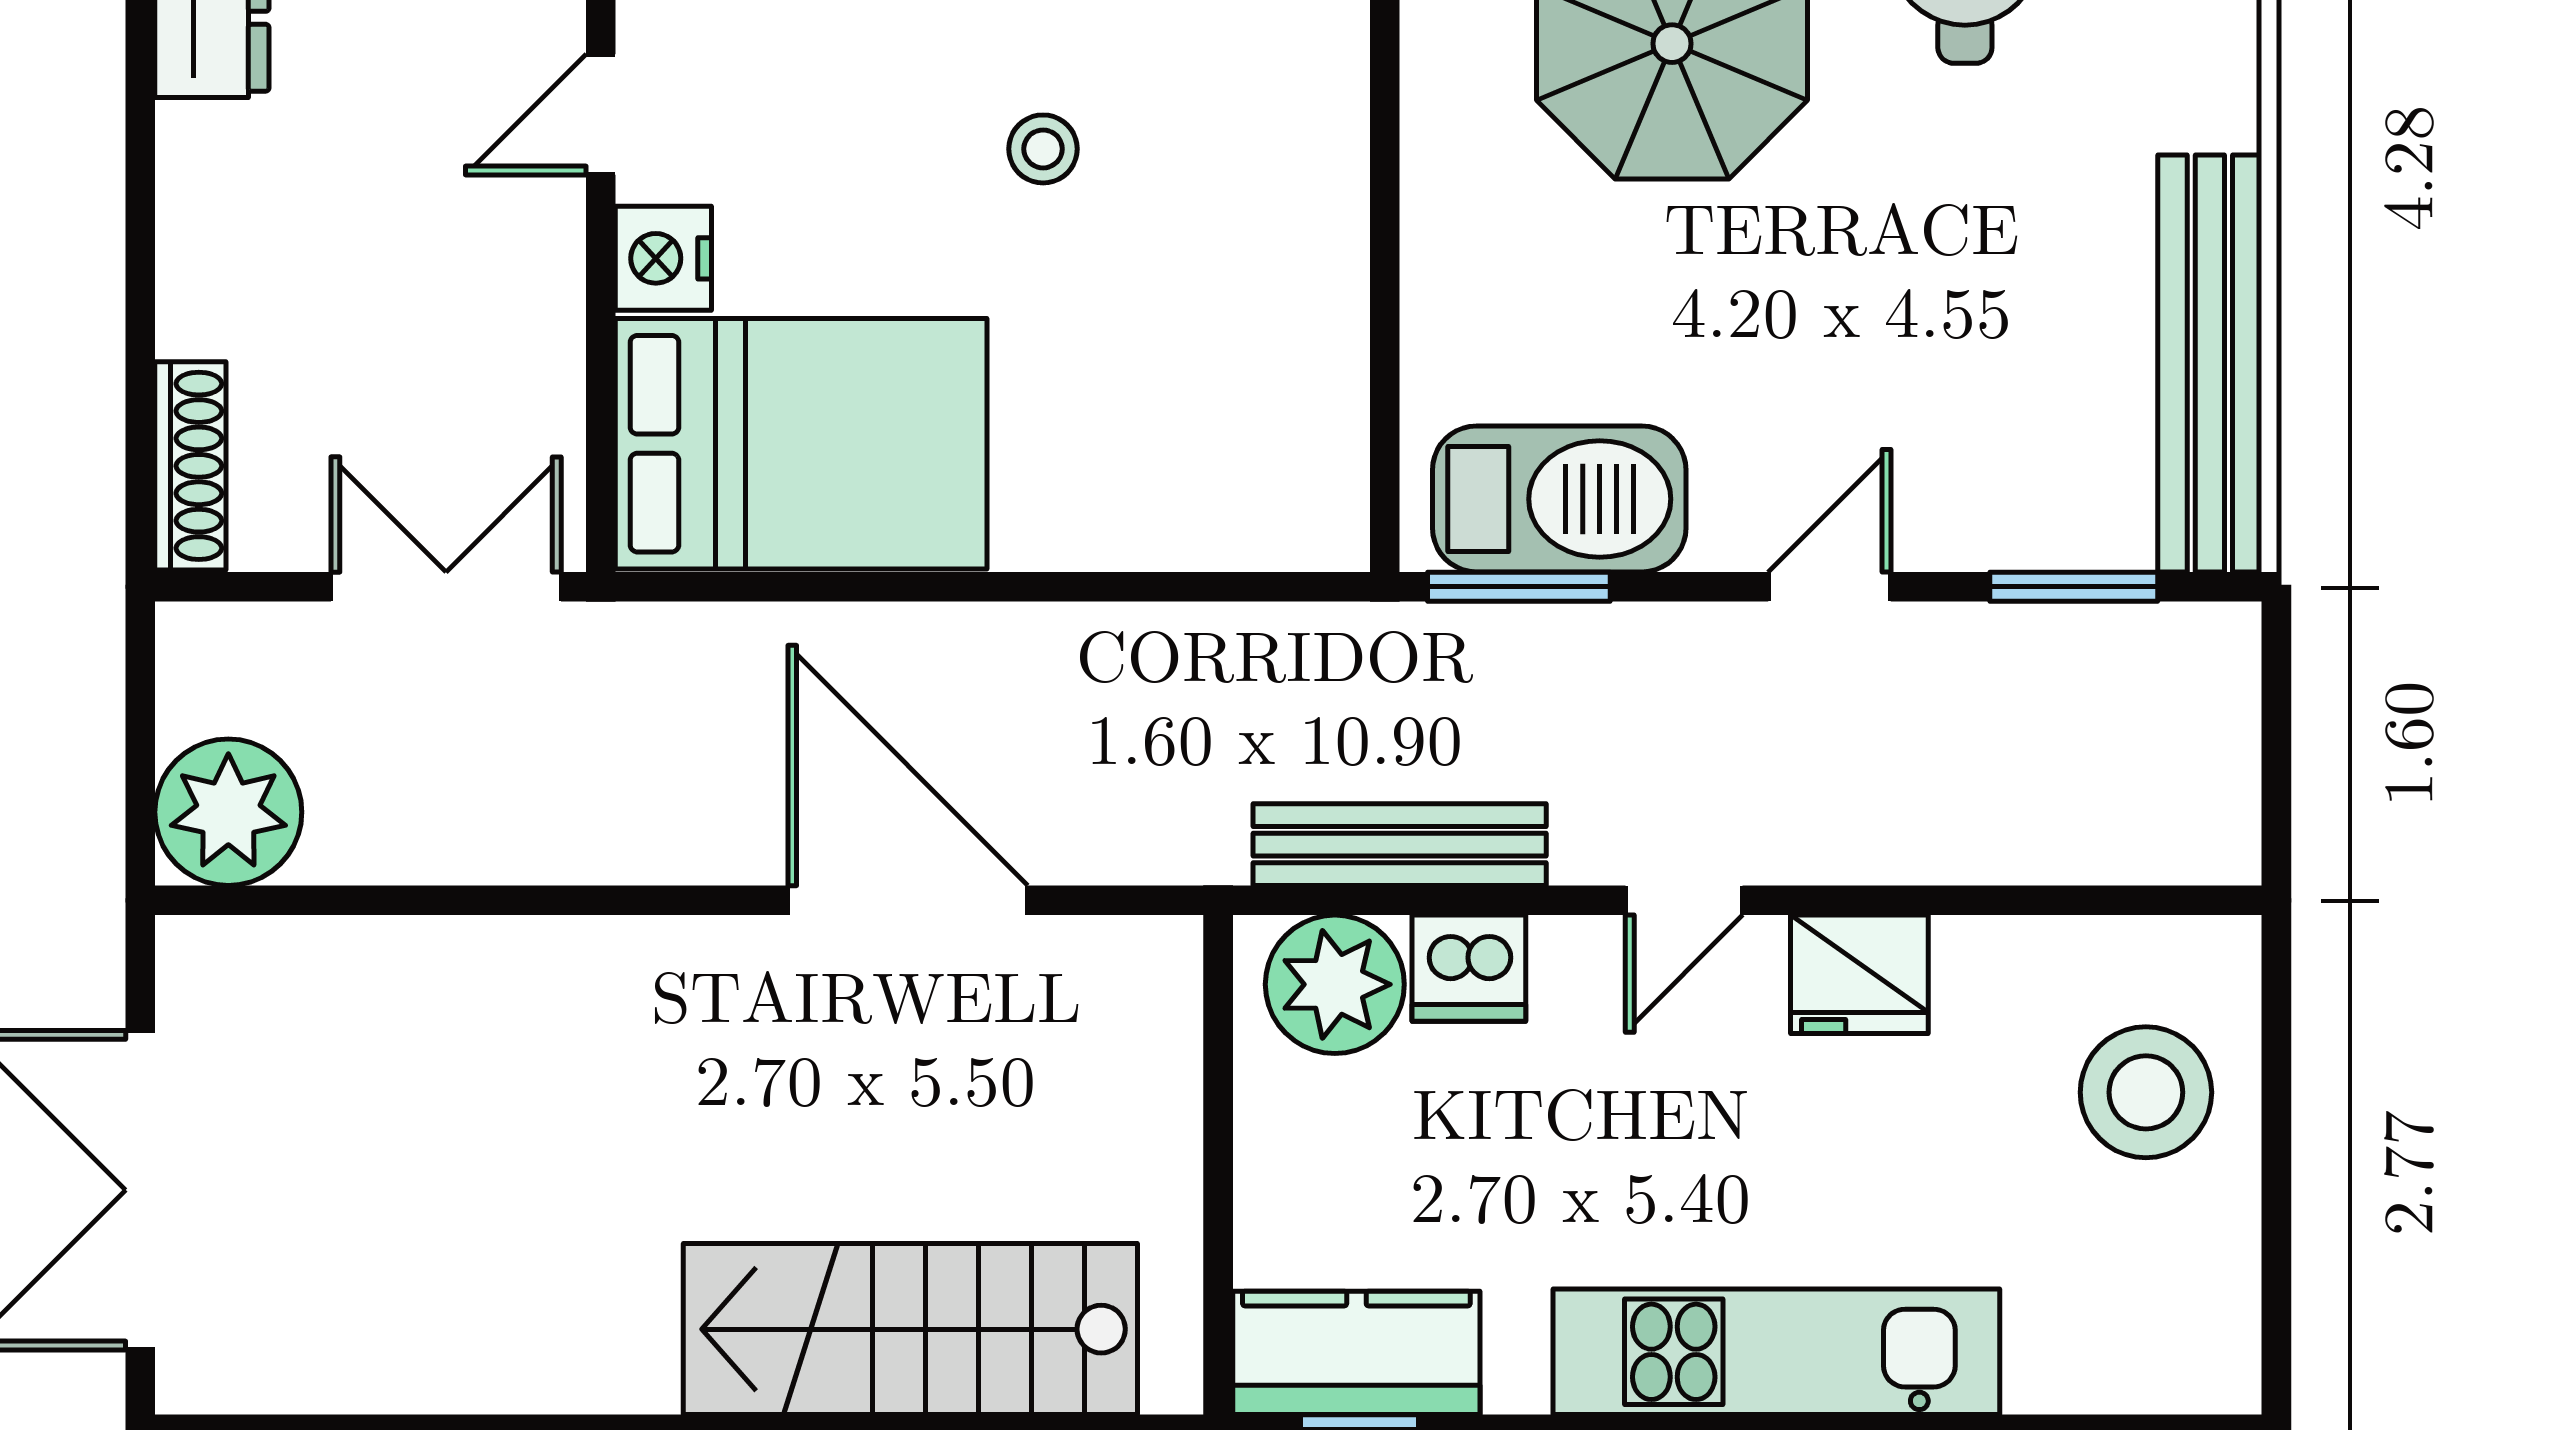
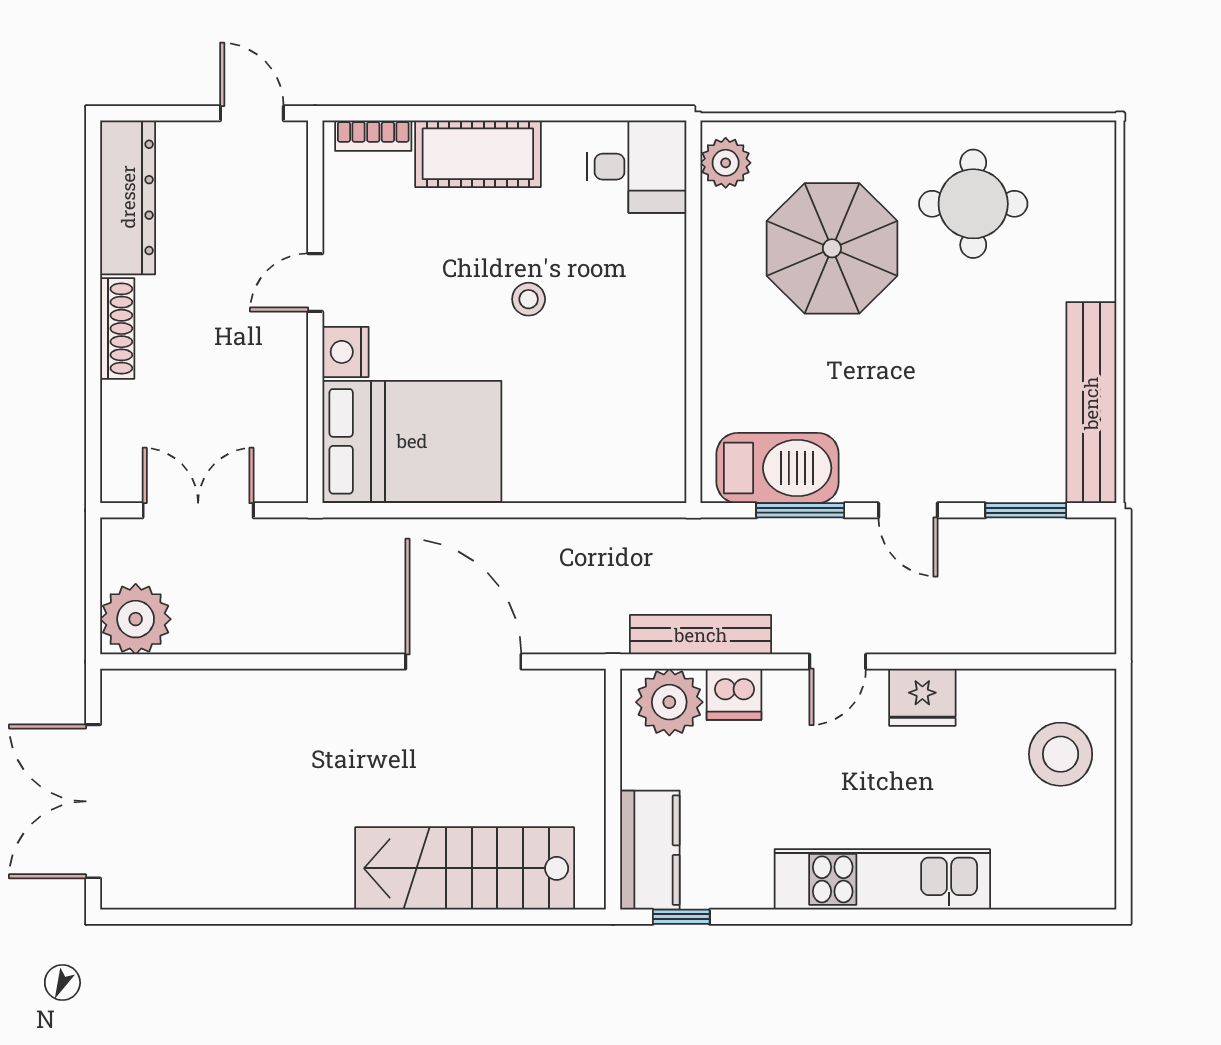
shoe rack: (190, 466) -> (117, 328), moved
double door: (446, 587) -> (198, 510), moved
window: (1519, 587) -> (800, 510), moved
door: (1830, 587) -> (908, 510), swing flipped
kitchen counter: (1356, 1353) -> (650, 850), moved, turned 90

